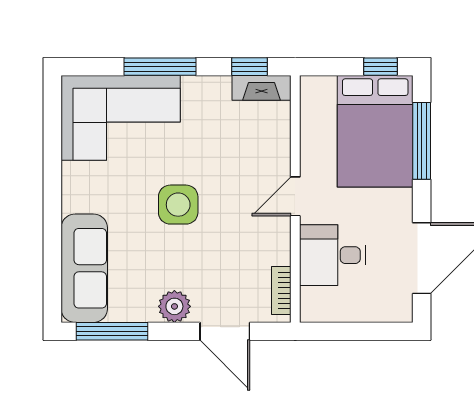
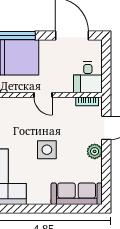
desk: (332, 255) -> (88, 77), moved
window: (112, 331) -> (106, 181), removed

